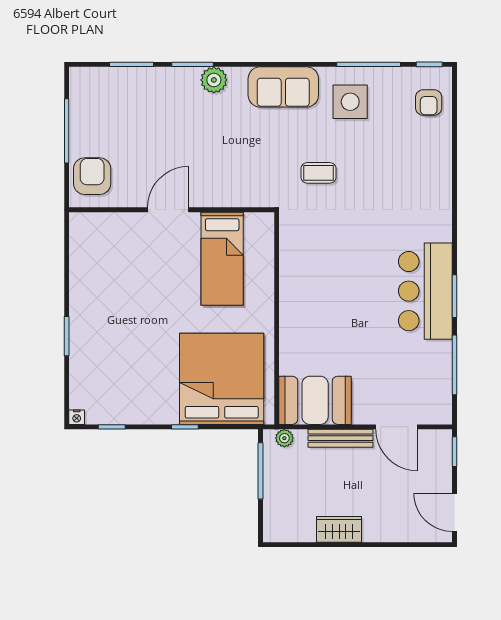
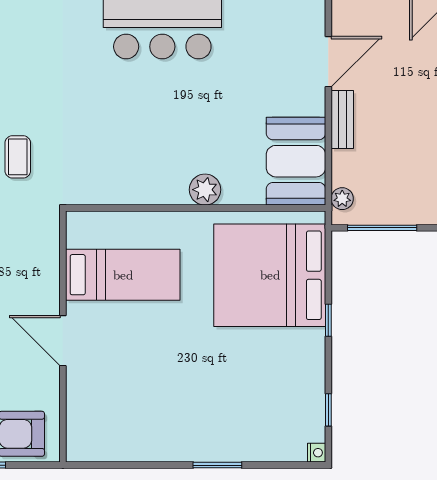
plant: (292, 326) -> (205, 190), added
bench: (340, 438) -> (342, 119), width x0.73

